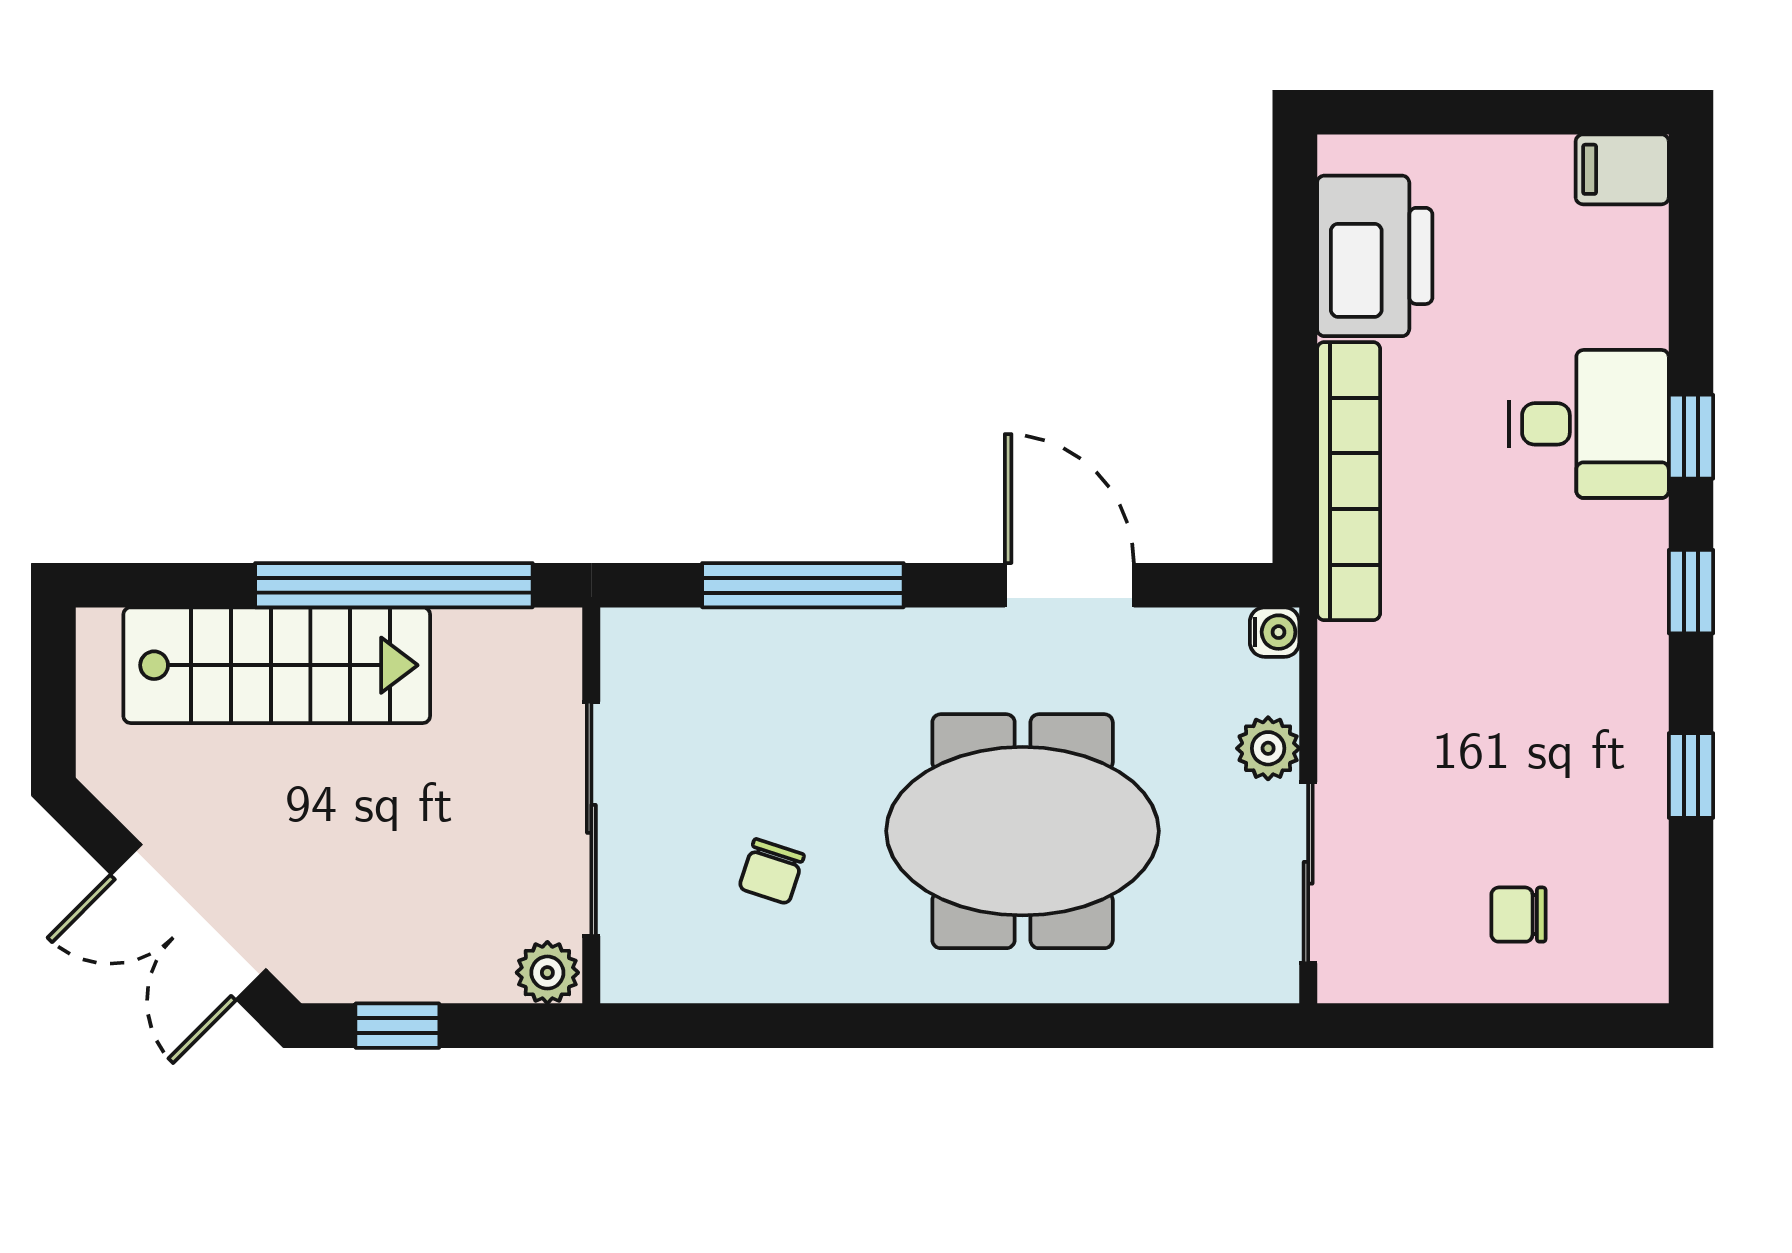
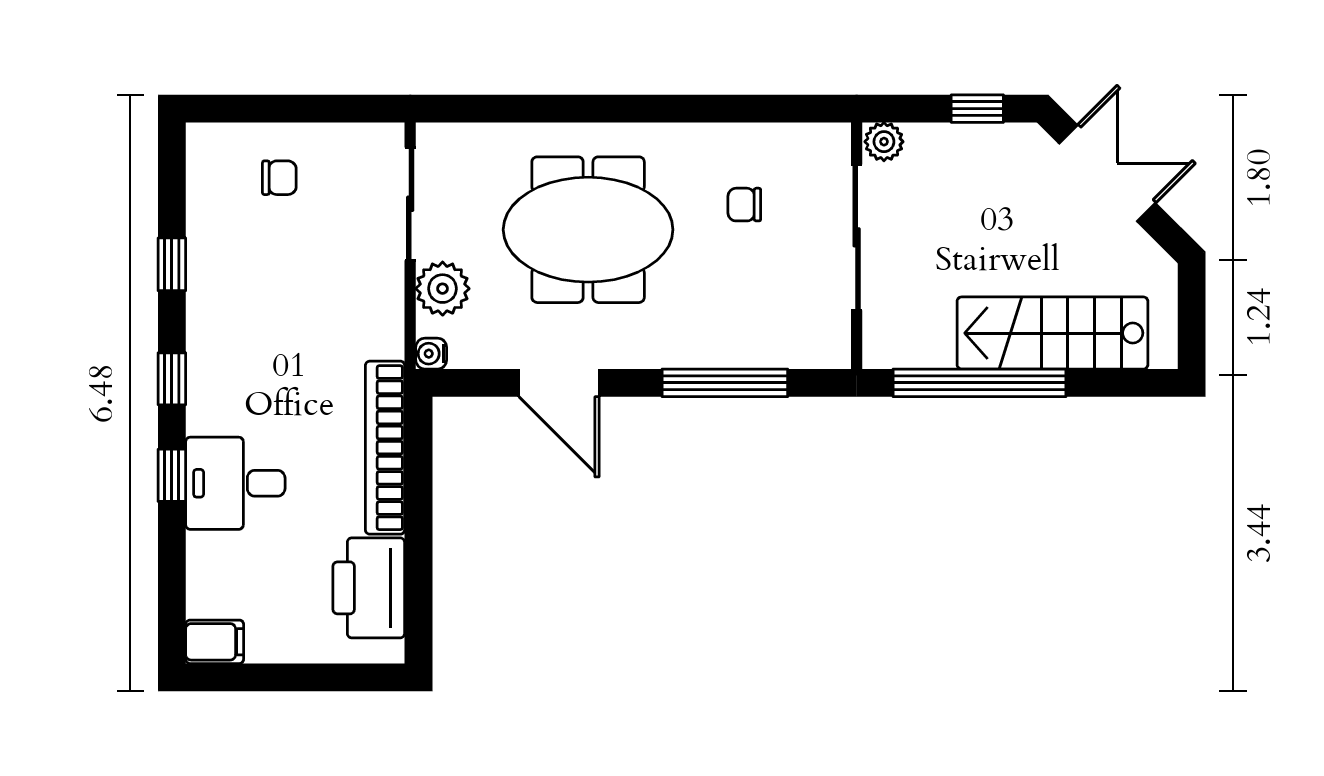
plant: (1268, 748) -> (443, 289), width x1.38, depth x1.38
chair: (772, 871) -> (744, 205), turned -108

